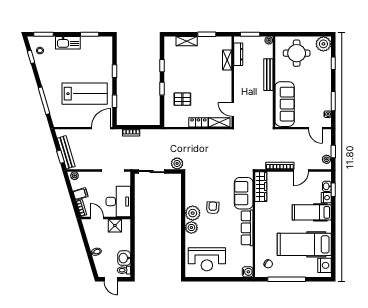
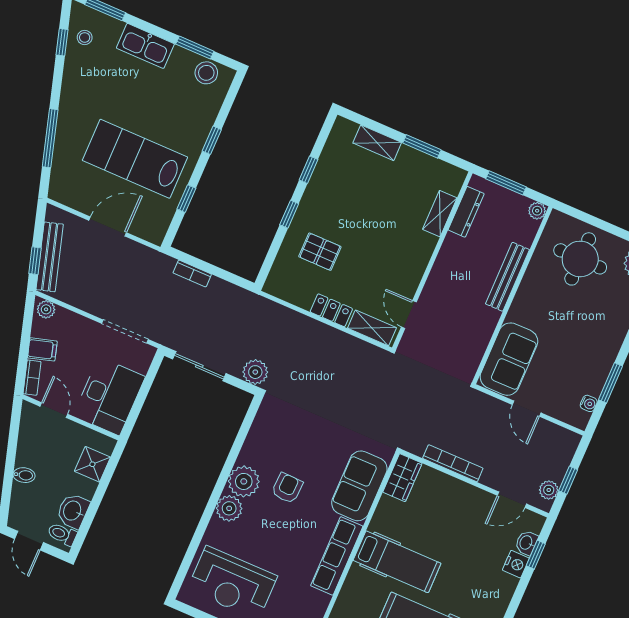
stool: (99, 43) -> (206, 73), added
lab bench: (85, 94) -> (135, 159), turned 180
sofa: (285, 104) -> (509, 359), width x0.73
door: (101, 128) -> (108, 226), moved
door: (315, 128) -> (527, 409), moved
door: (301, 170) -> (512, 500), moved
wardrobe: (261, 187) -> (402, 478), width x0.67
hospital bed: (312, 212) -> (397, 562), moved, turned 180
shower: (115, 226) -> (92, 464), moved

